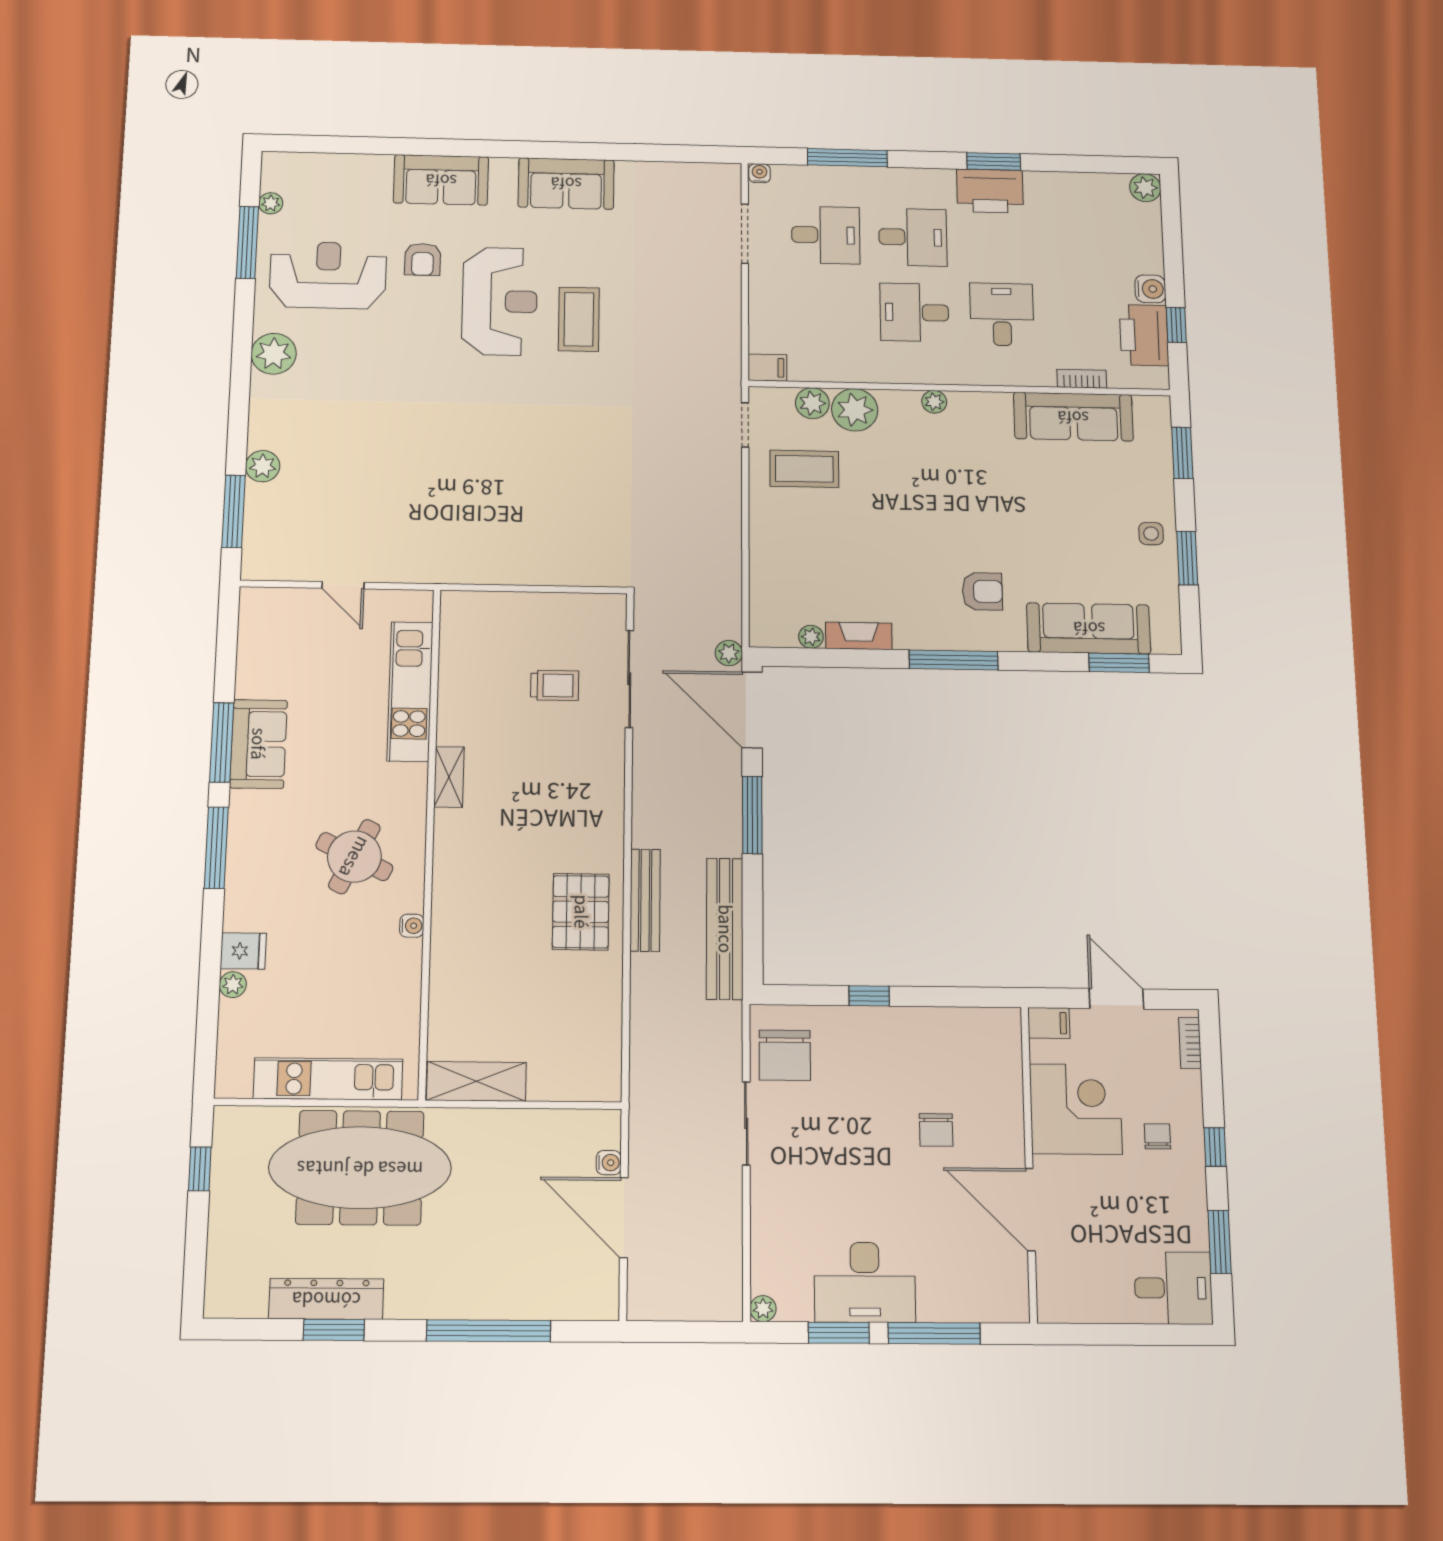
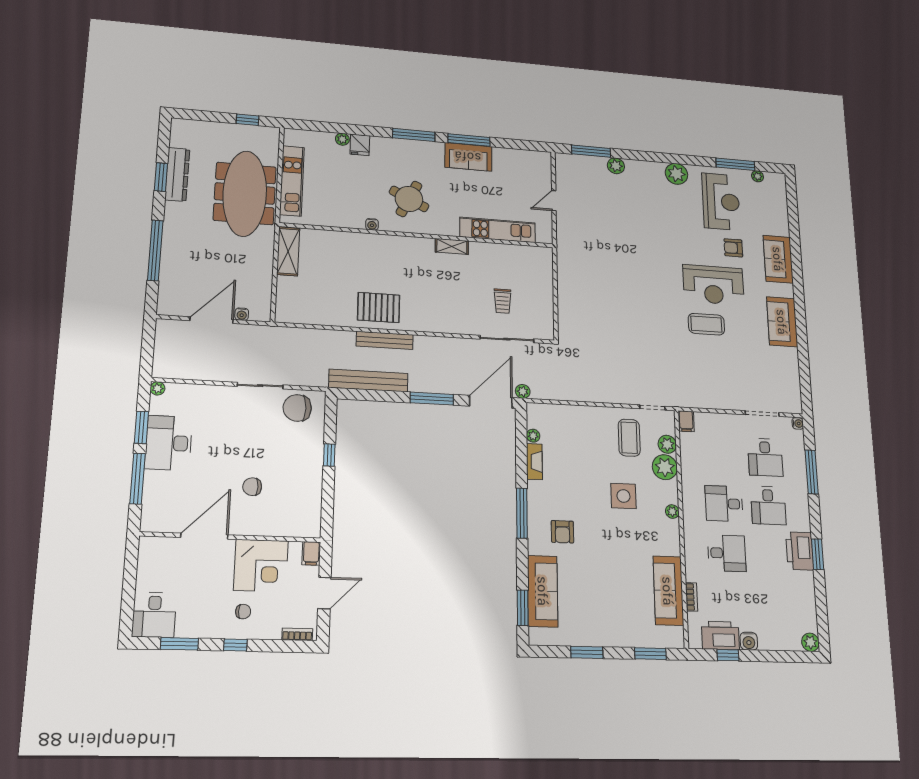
desk: (914, 312) -> (724, 504), turned -90
side table: (1151, 534) -> (623, 496), moved, width x1.87, depth x1.87

